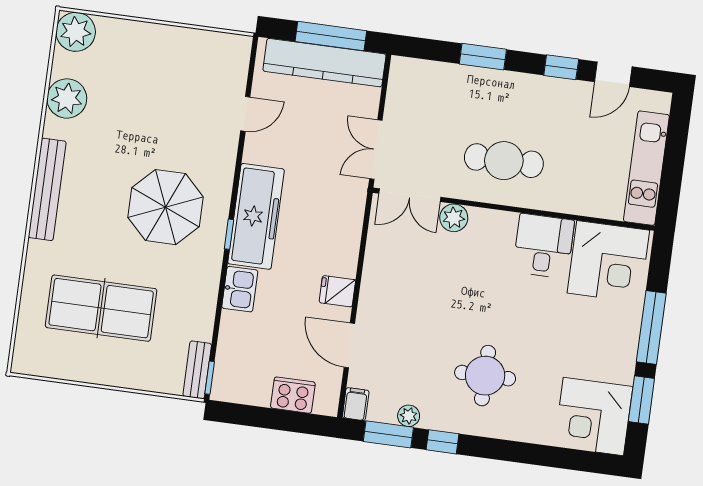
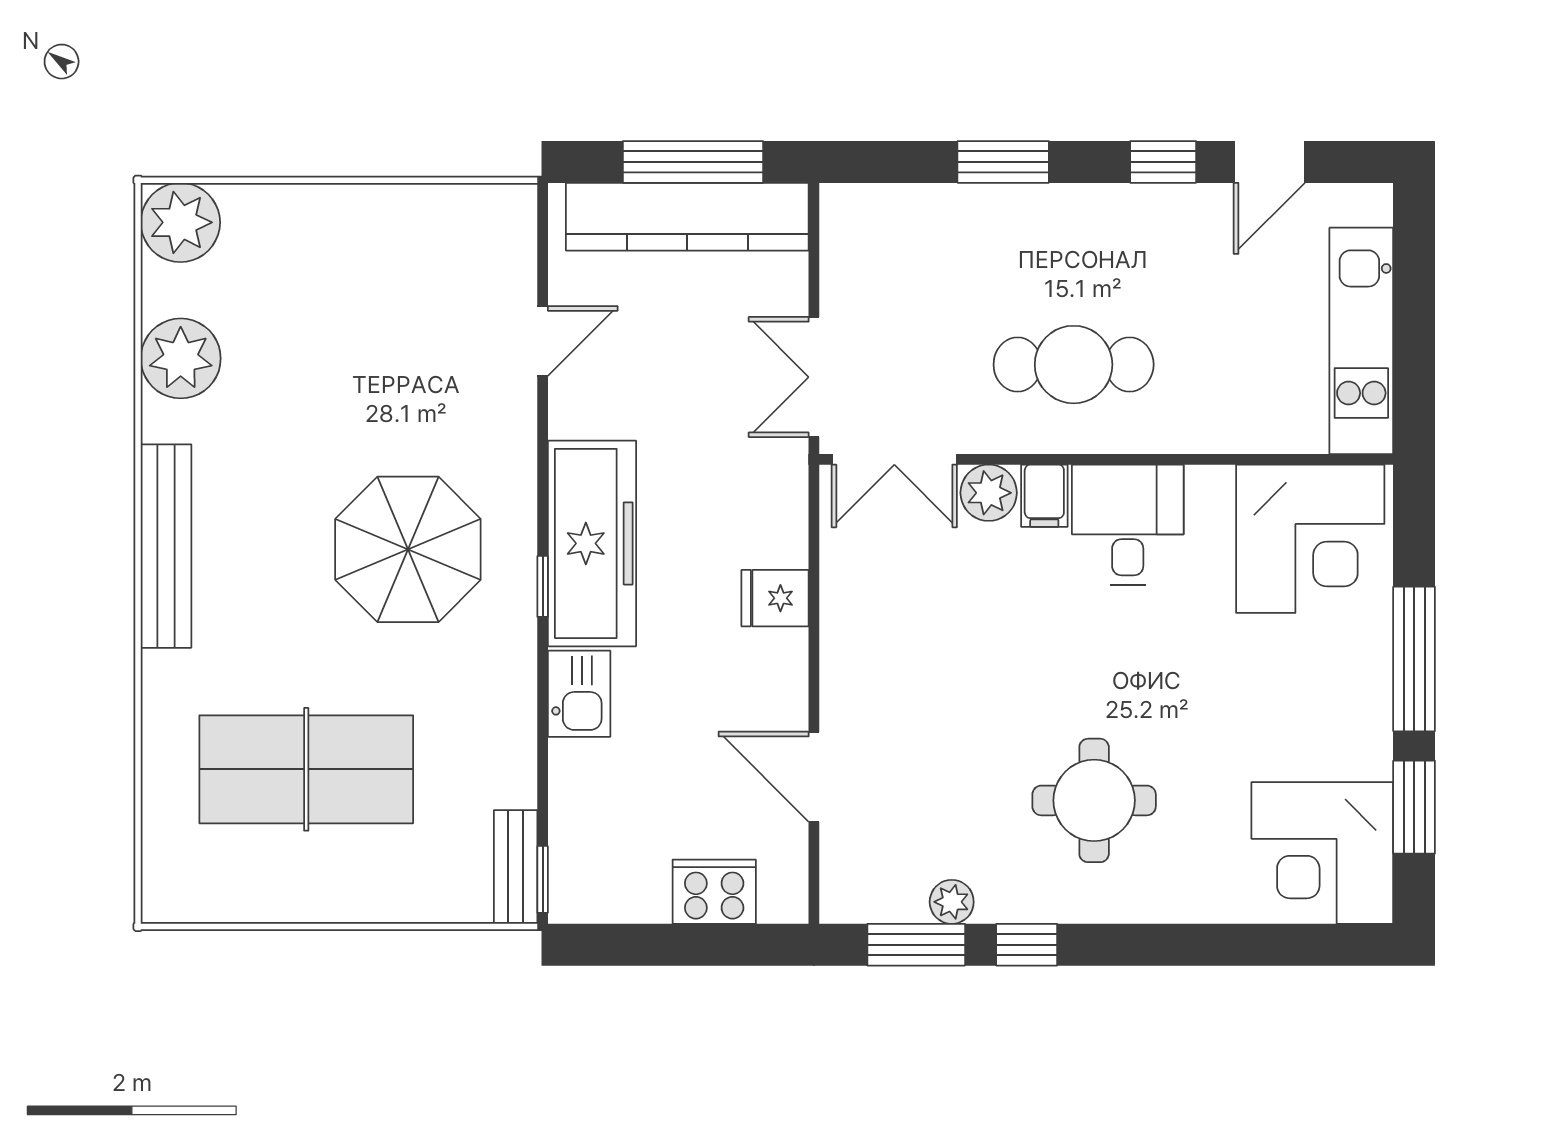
desk: (543, 246) -> (1128, 525), moved
fridge: (337, 291) -> (775, 598), moved
filing cabinet: (356, 404) -> (1044, 496), moved, turned 180

